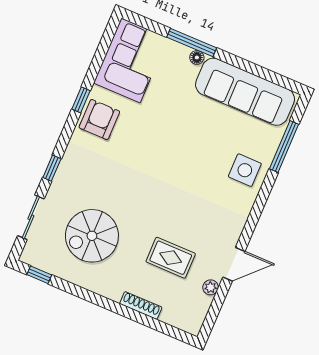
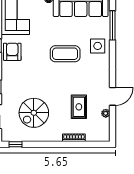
coffee table: (185, 160) -> (65, 54), added
rug: (171, 258) -> (79, 107), turned 90

